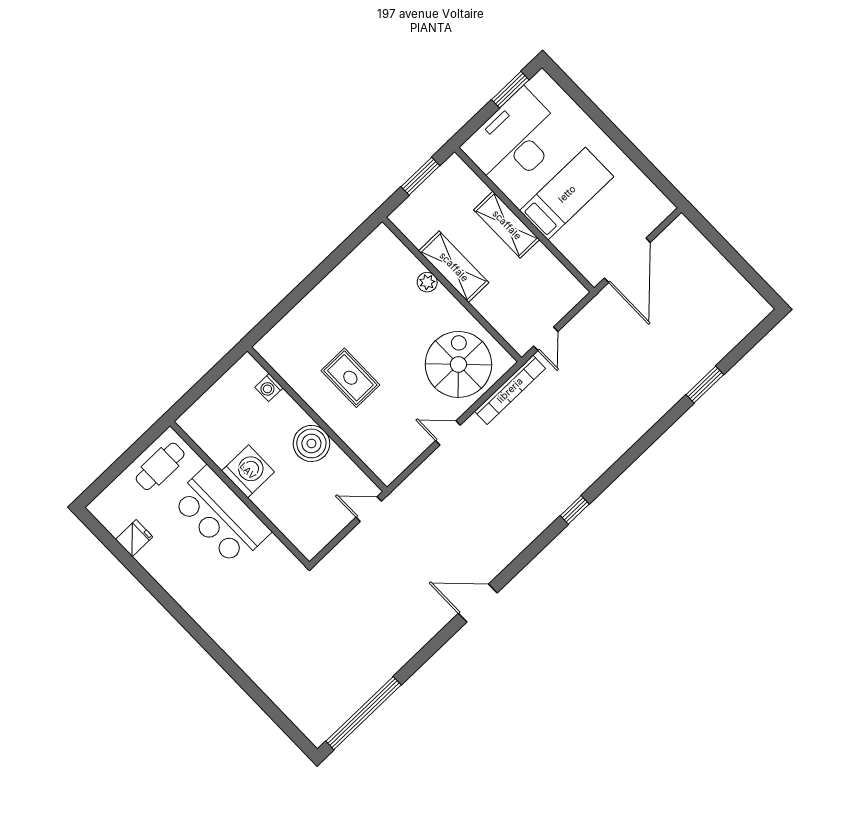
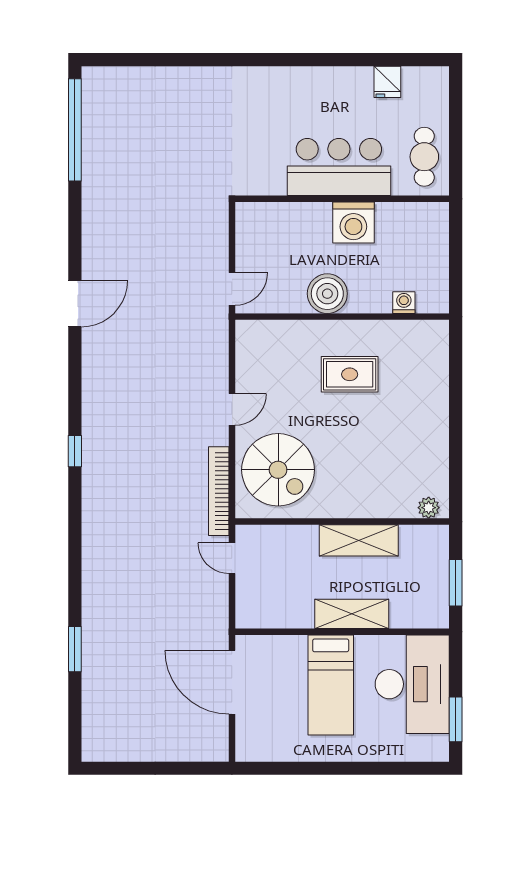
plant: (427, 282) -> (429, 508), moved

